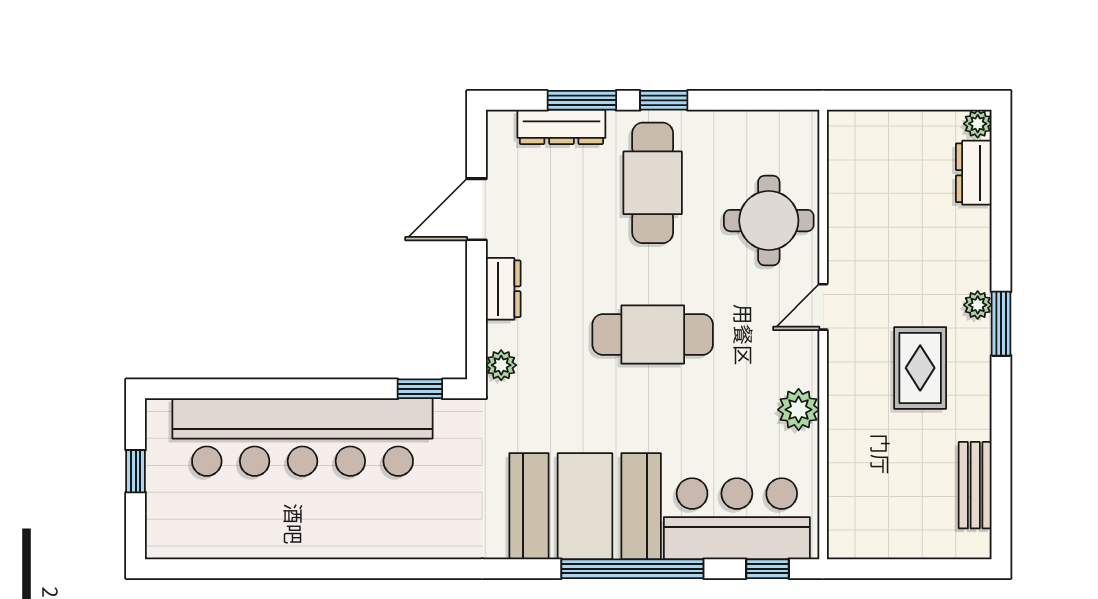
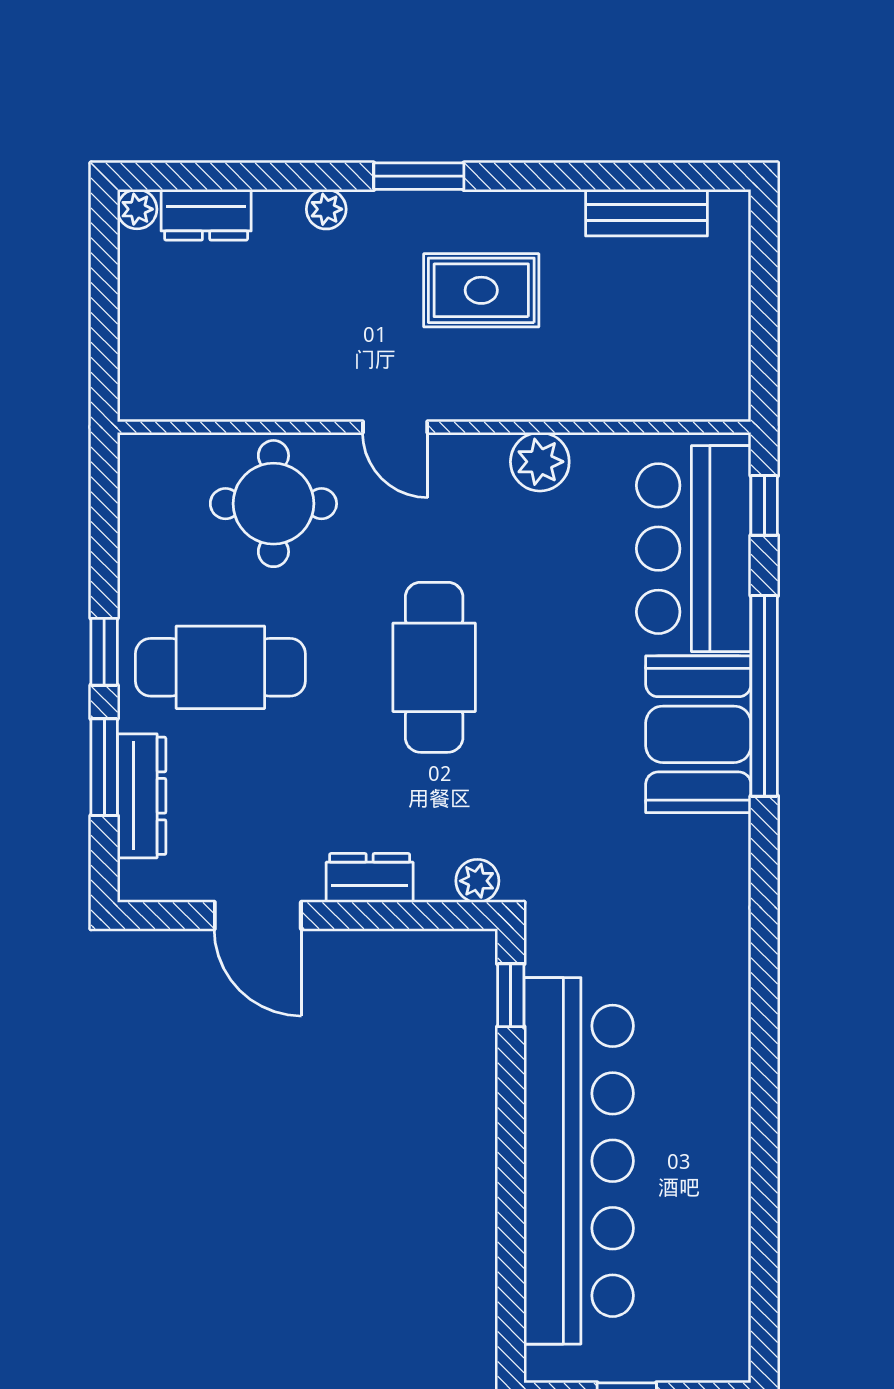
plant: (978, 305) -> (326, 209), moved
booth: (585, 506) -> (698, 734), width x0.73, depth x0.70

